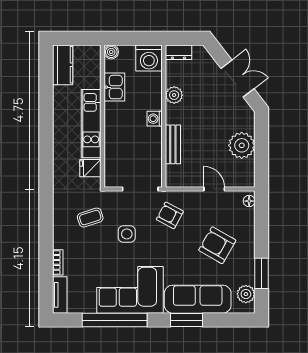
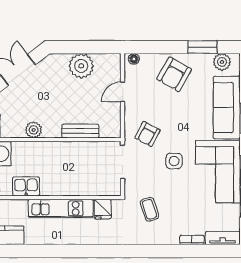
washing machine: (155, 119) -> (56, 148), removed
side table: (127, 234) -> (174, 161), moved
armchair: (217, 245) -> (174, 74), moved

